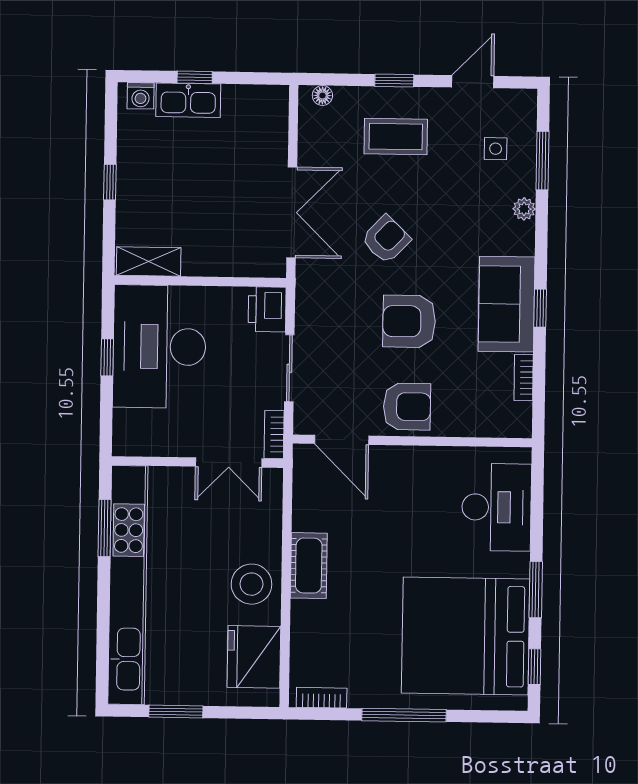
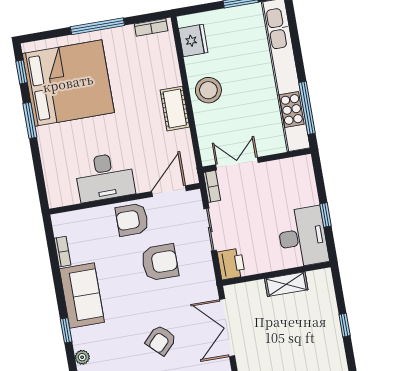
armchair: (386, 239) -> (161, 340), moved
shelving: (149, 261) -> (286, 284), moved
window: (540, 308) -> (66, 330), moved
armchair: (409, 321) -> (160, 262), moved
desk: (159, 347) -> (303, 237), width x0.73, depth x0.77
door: (342, 440) -> (169, 191), hinge flipped
desk: (497, 507) -> (105, 177), moved, turned -90
window: (104, 528) -> (307, 108), width x1.44
fridge: (254, 657) -> (193, 40), width x0.73, depth x0.75

